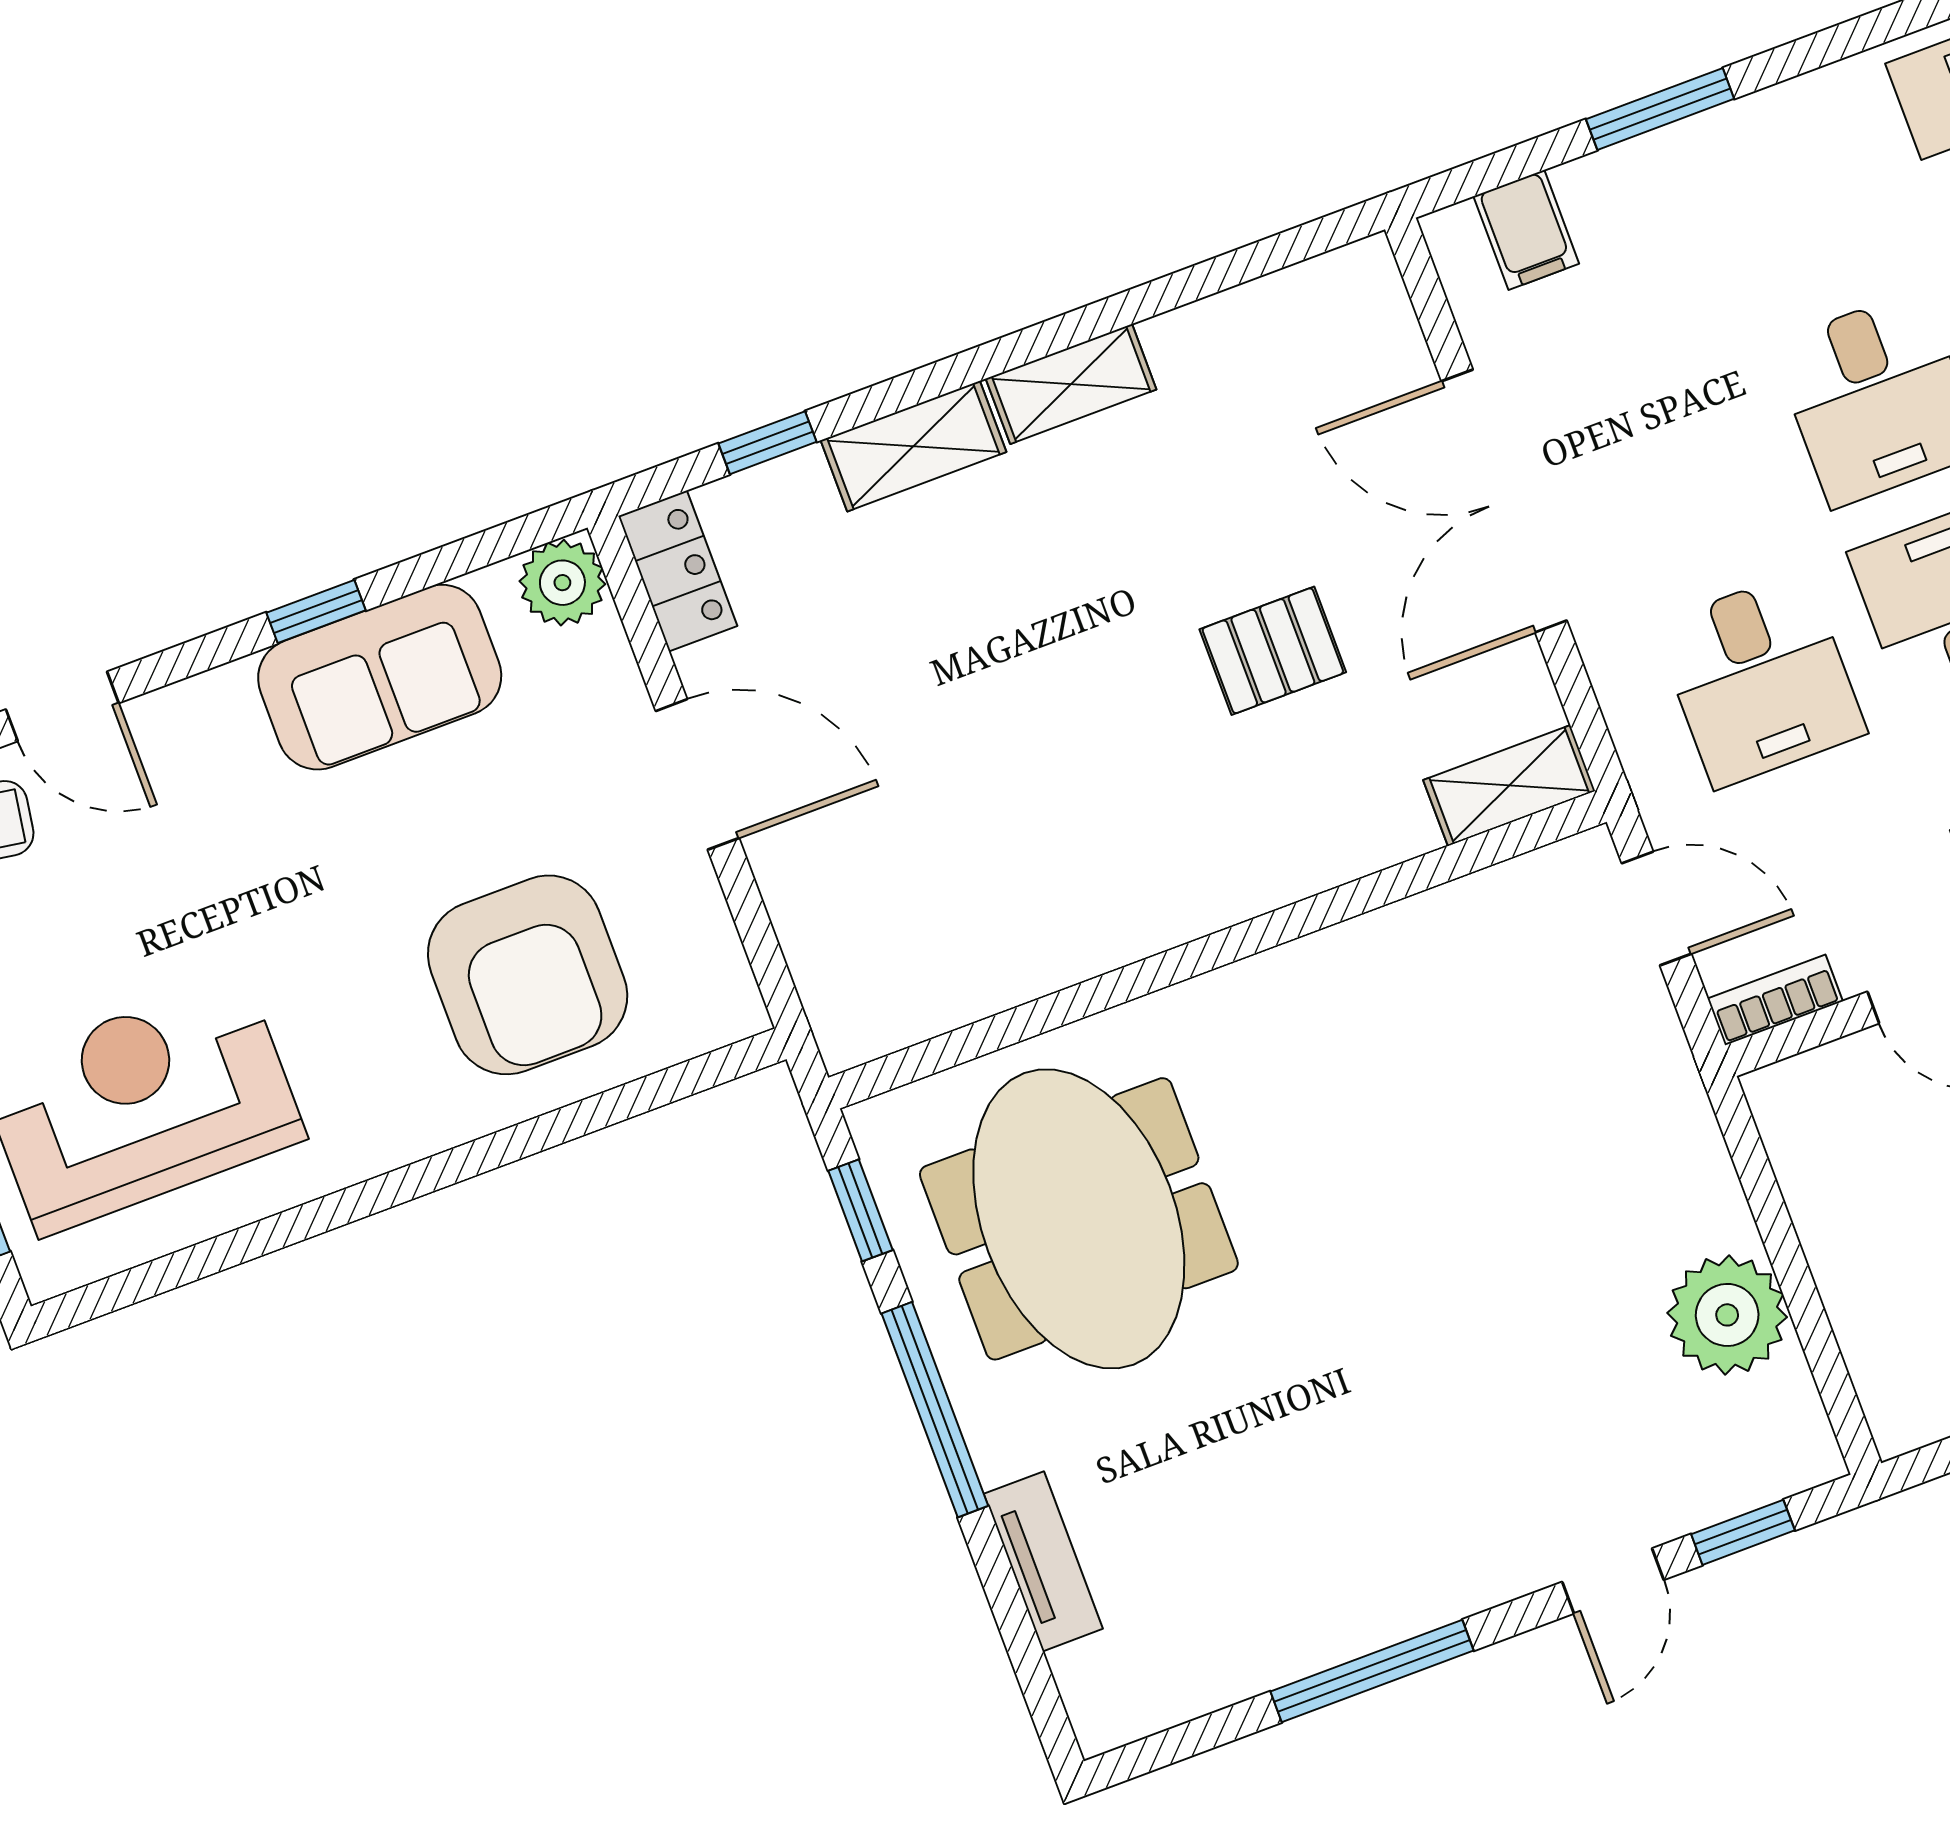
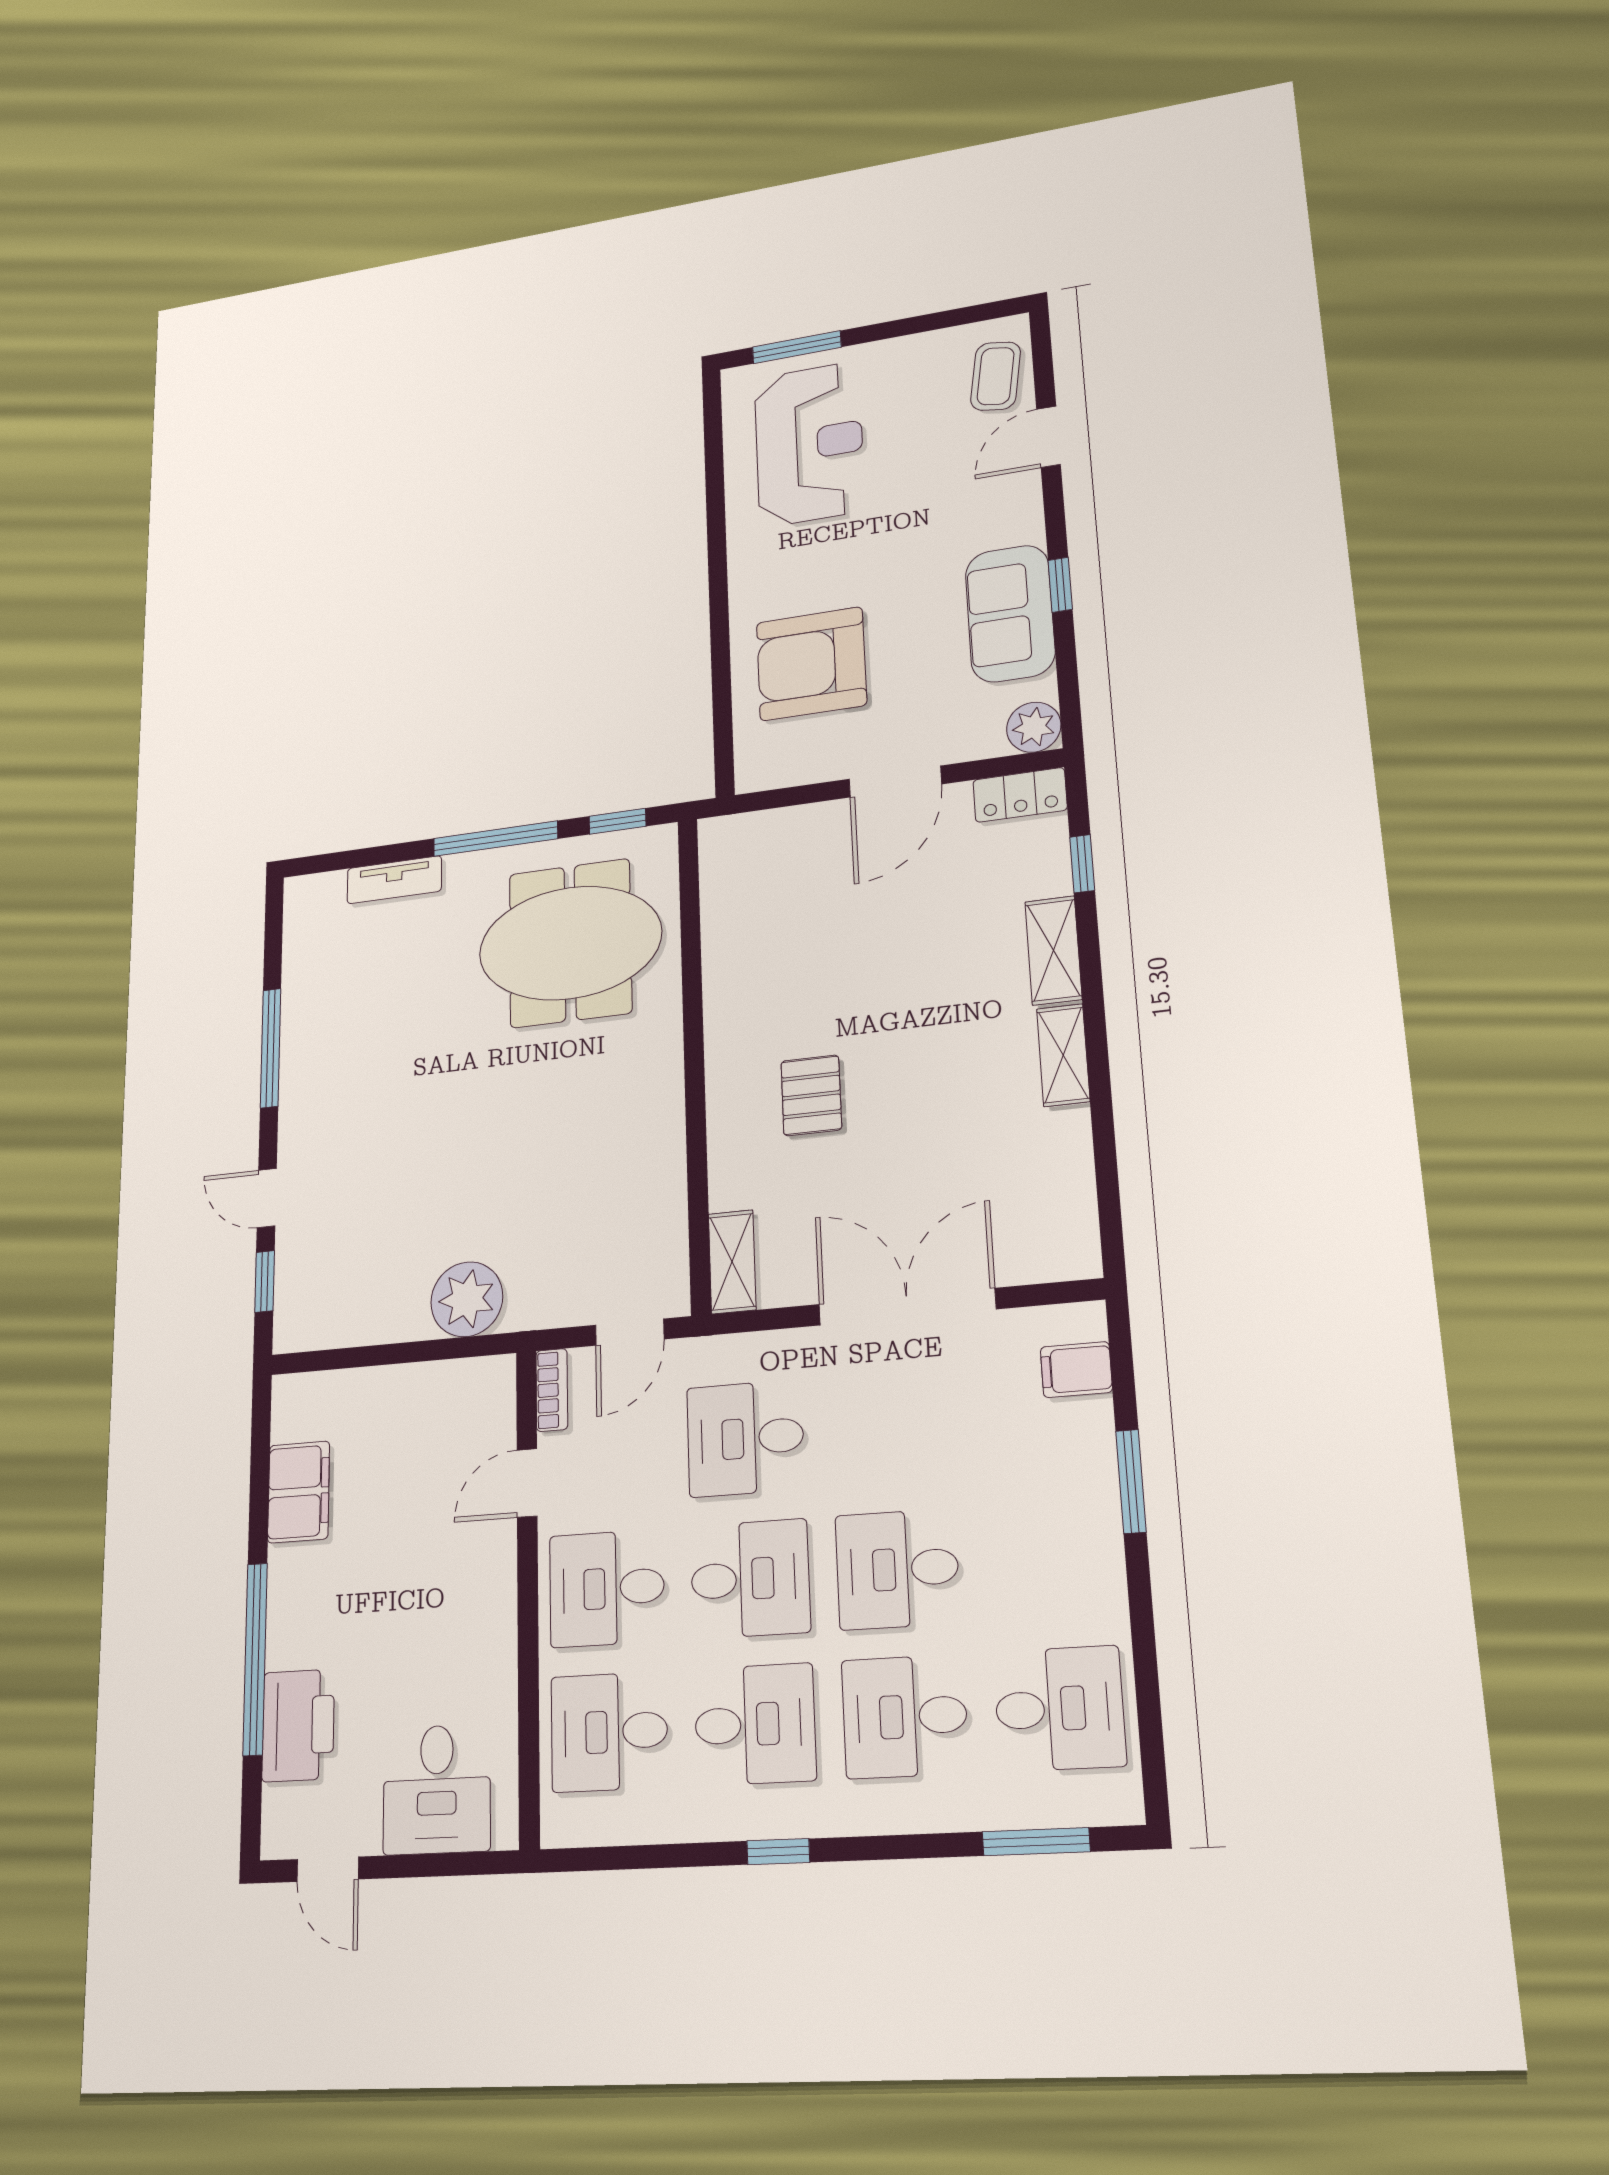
pallet: (1273, 651) -> (811, 1095), moved
plant: (1727, 1315) -> (467, 1299), moved

